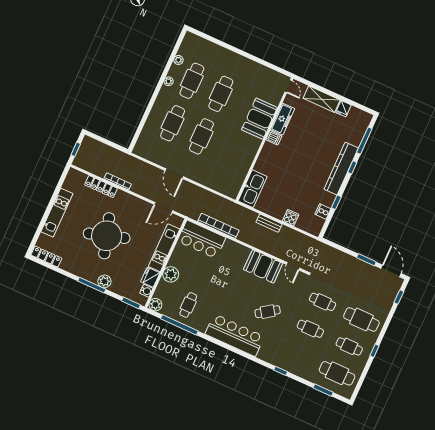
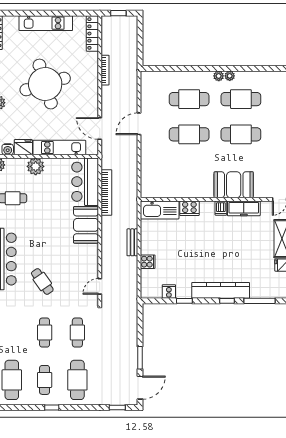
plant: (178, 60) -> (219, 76), moved
cooker: (262, 164) -> (189, 208), added
locker: (101, 187) -> (92, 34), moved
booth: (263, 266) -> (86, 225), moved

